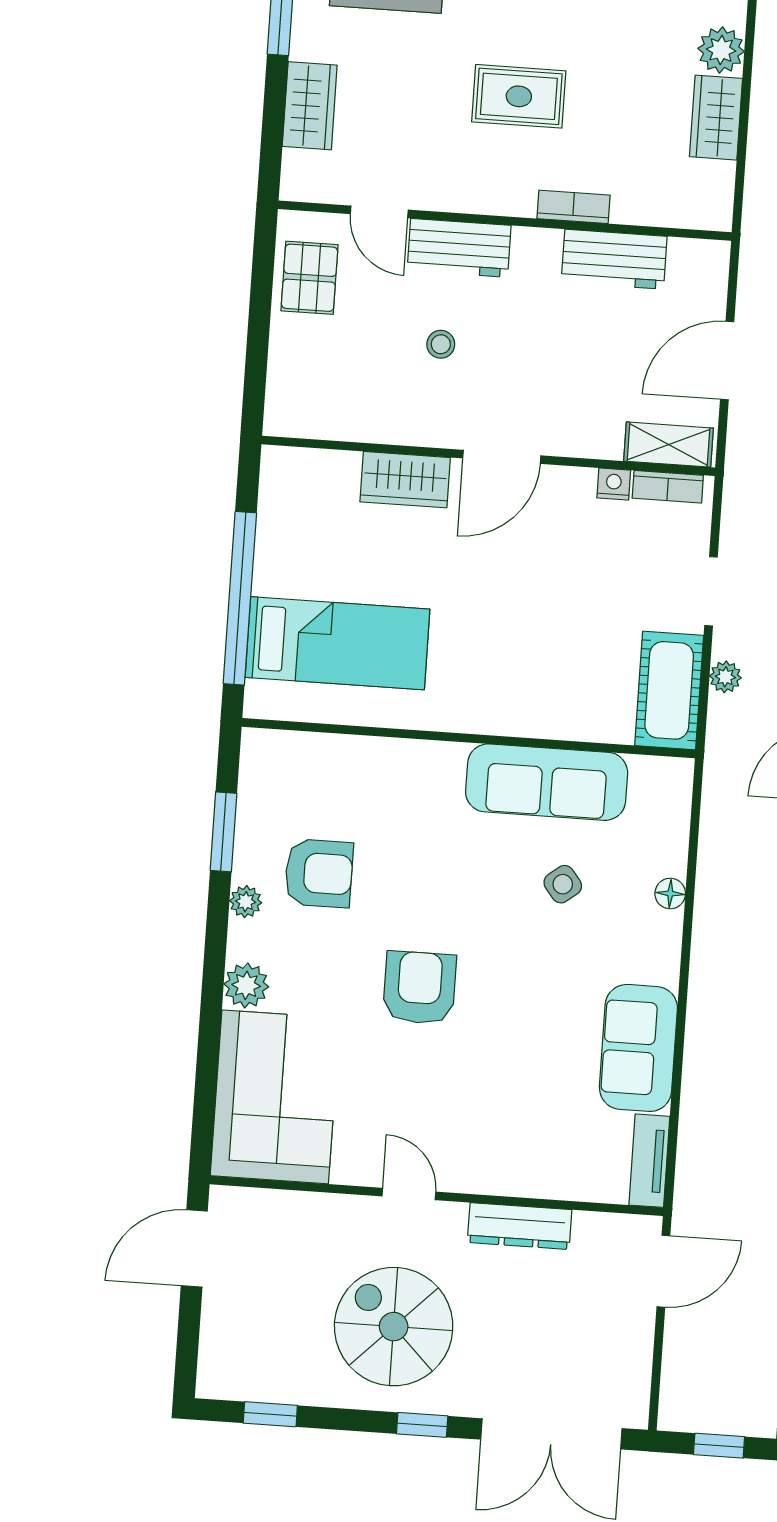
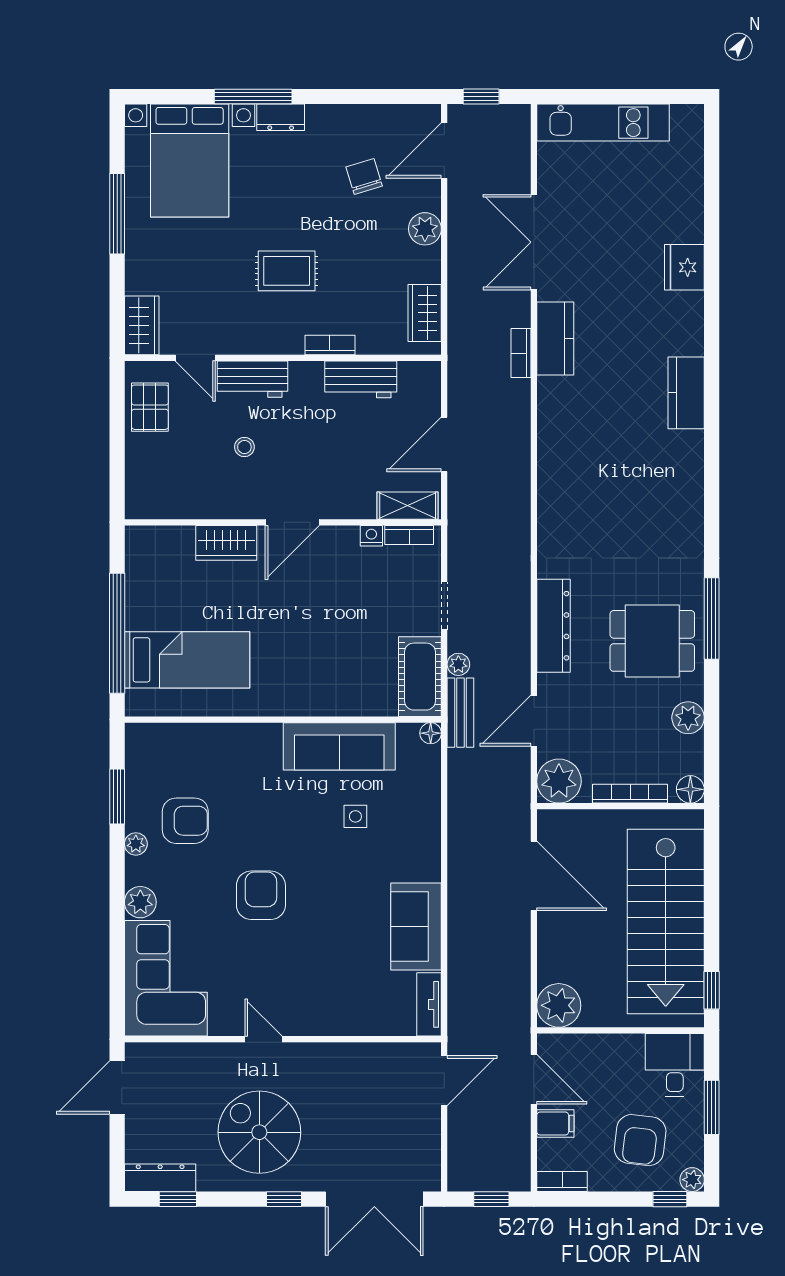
wardrobe: (310, 106) -> (142, 325), moved
wardrobe: (716, 118) -> (425, 313), moved
bench: (723, 746) -> (460, 713), added
side table: (563, 884) -> (355, 816), turned 38
floor lamp: (670, 894) -> (431, 733), moved
dresser: (520, 1226) -> (160, 1178), moved, turned 180

